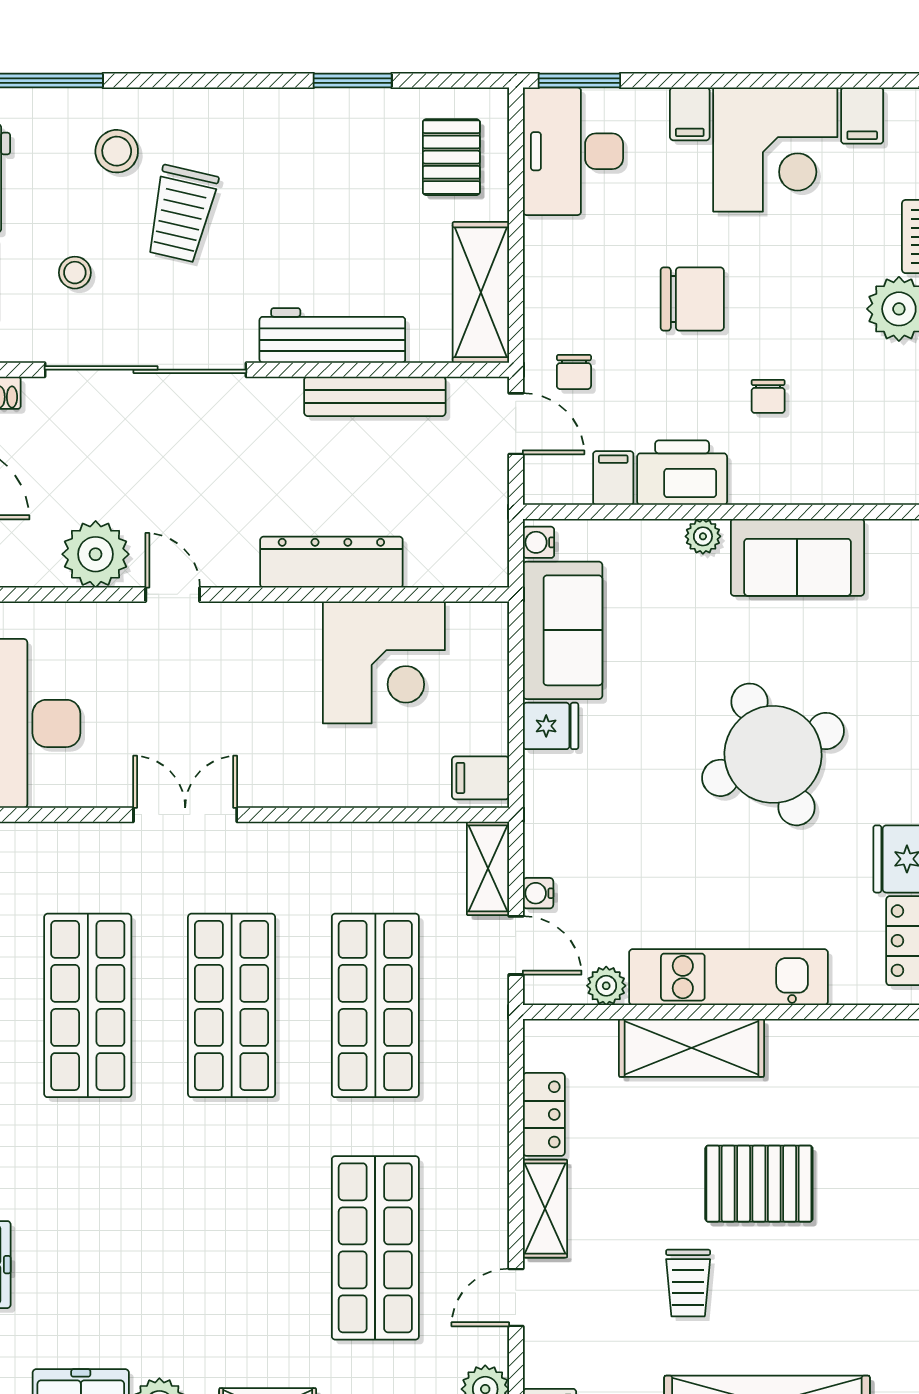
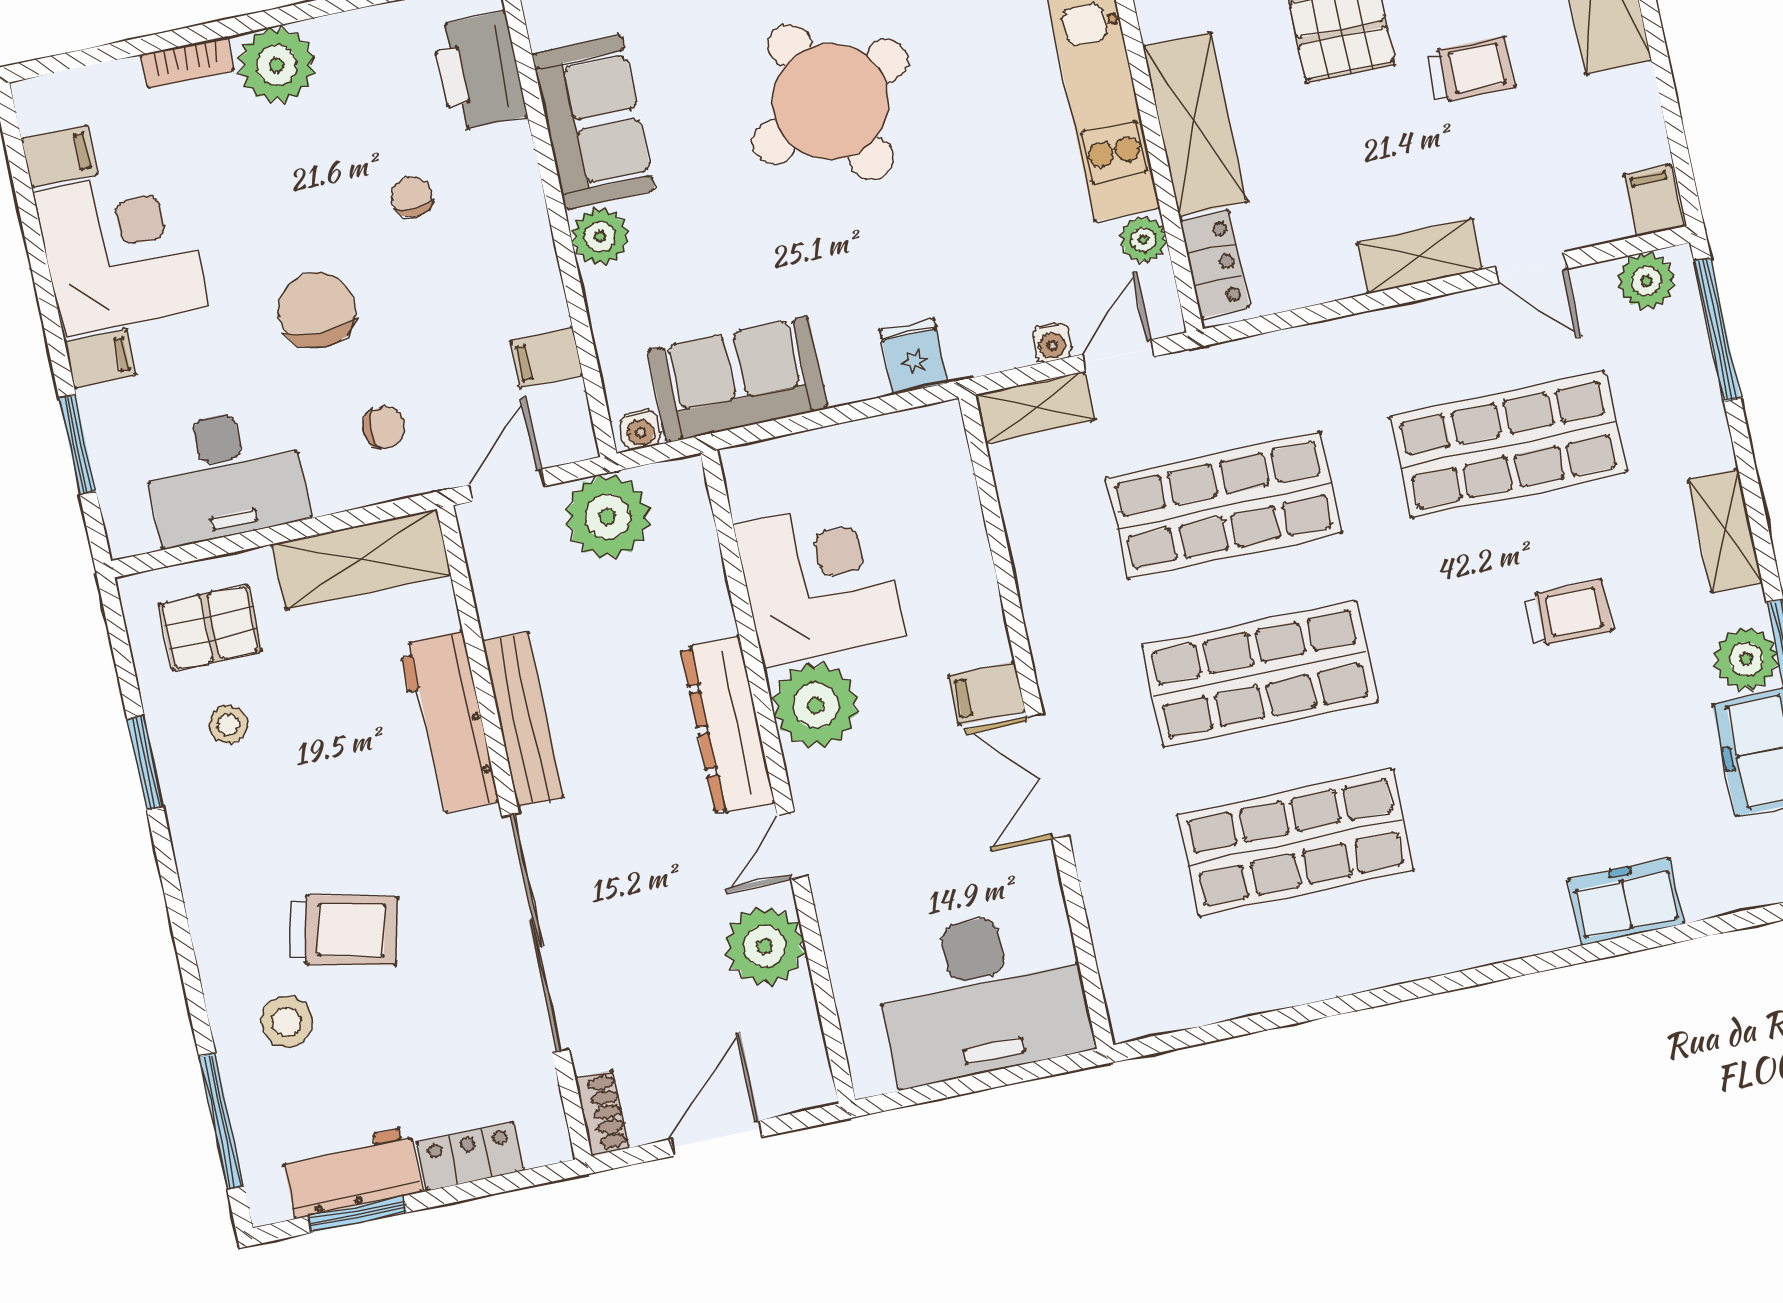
window: (579, 81) -> (78, 445), moved
desk: (573, 151) -> (225, 476), moved
stool: (75, 273) -> (228, 725), moved
chair: (574, 372) -> (384, 428), moved
bench: (375, 396) -> (523, 719), moved
chair: (768, 396) -> (412, 197), turned -90
printer: (682, 473) -> (479, 71), moved
plant: (473, 500) -> (607, 517), added
plant: (703, 536) -> (600, 237), width x1.38, depth x1.38
dresser: (331, 562) -> (727, 725), moved
plant: (283, 638) -> (816, 705), added
fridge: (551, 726) -> (914, 357), moved
filing cabinet: (480, 778) -> (987, 693), moved, turned 90
locker: (544, 1114) -> (1215, 264), moved, turned 90
trolley: (228, 1268) -> (1568, 613), added

